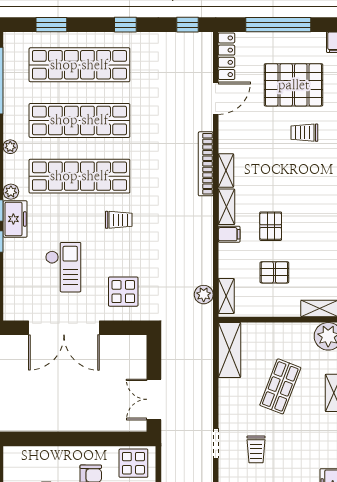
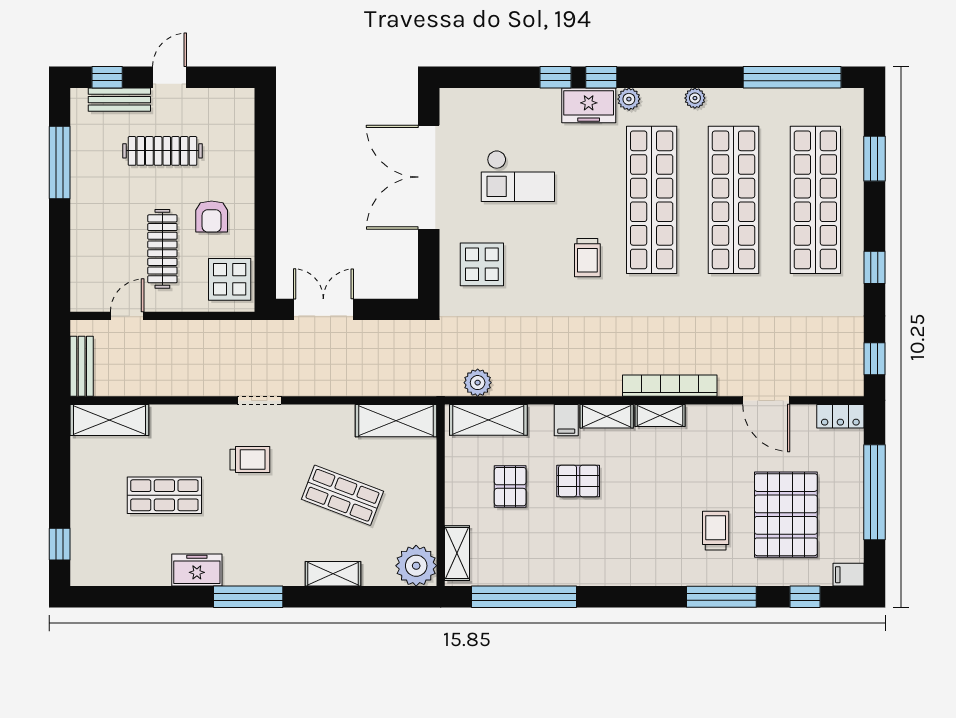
locker: (227, 56) -> (840, 416), width x0.66
shelving: (226, 296) -> (488, 420), width x1.50, depth x1.33
trolley: (256, 449) -> (250, 460), turned 180

